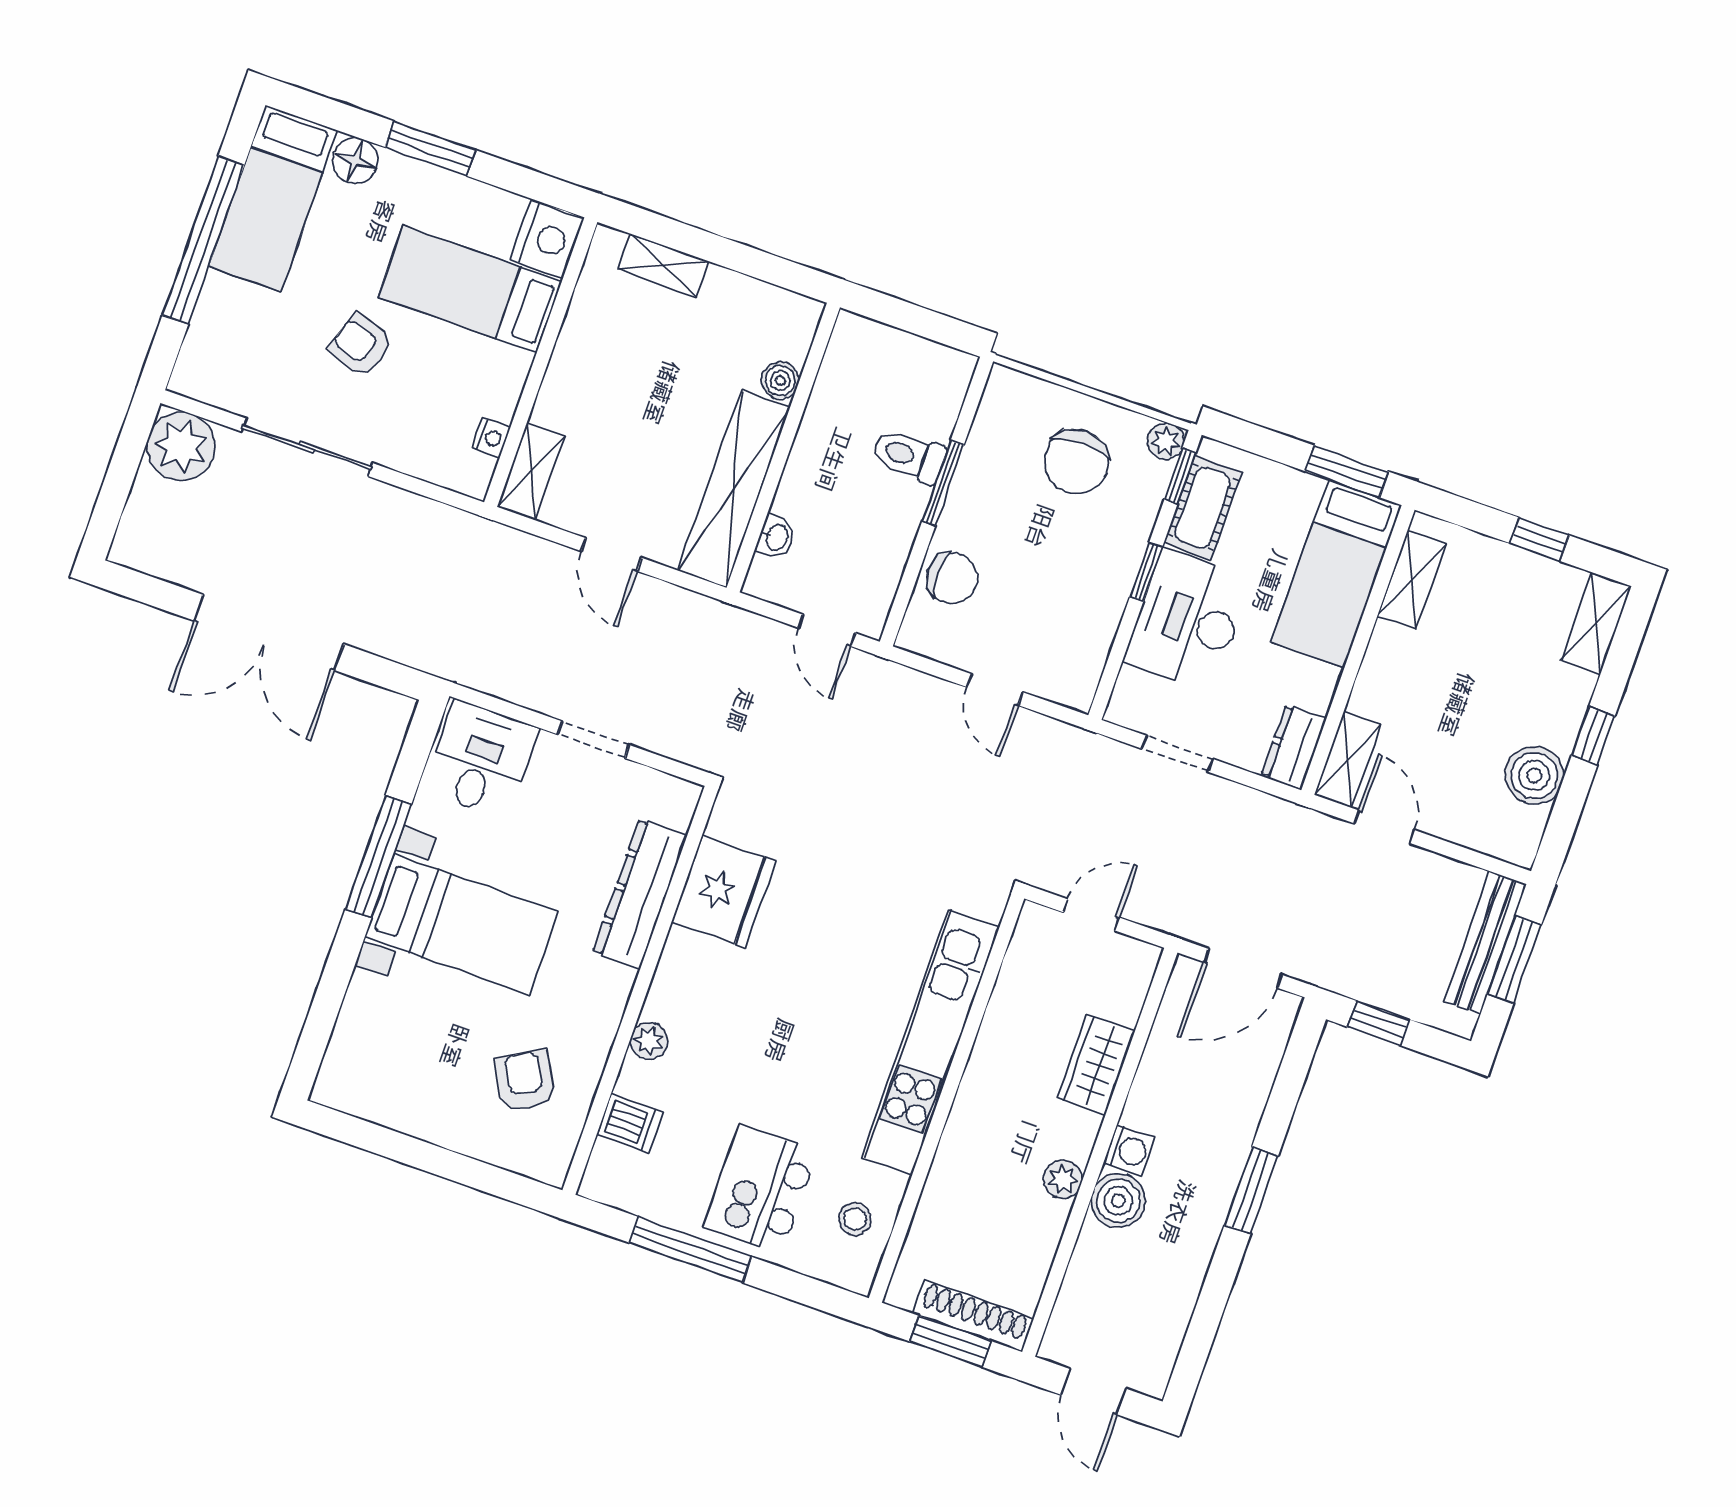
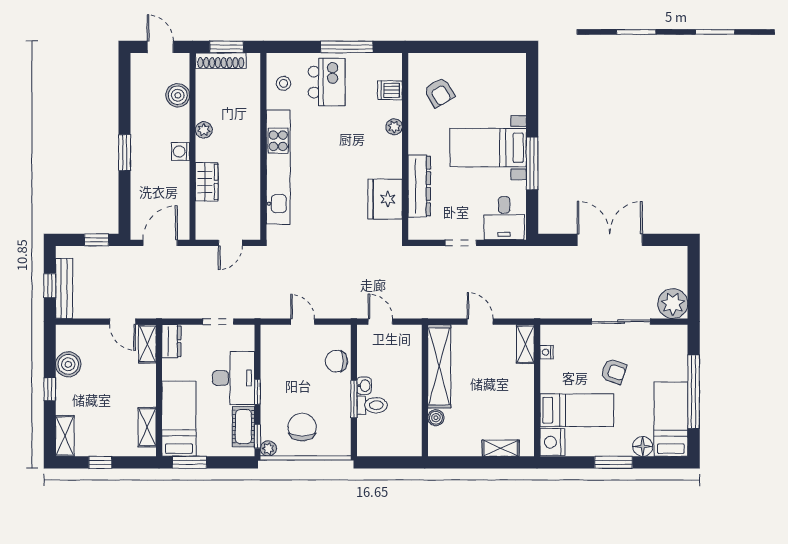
washbasin: (776, 537) -> (364, 386), moved, turned 180
window: (1514, 960) -> (50, 286), width x0.67
boiler: (1118, 1201) -> (178, 95), moved

